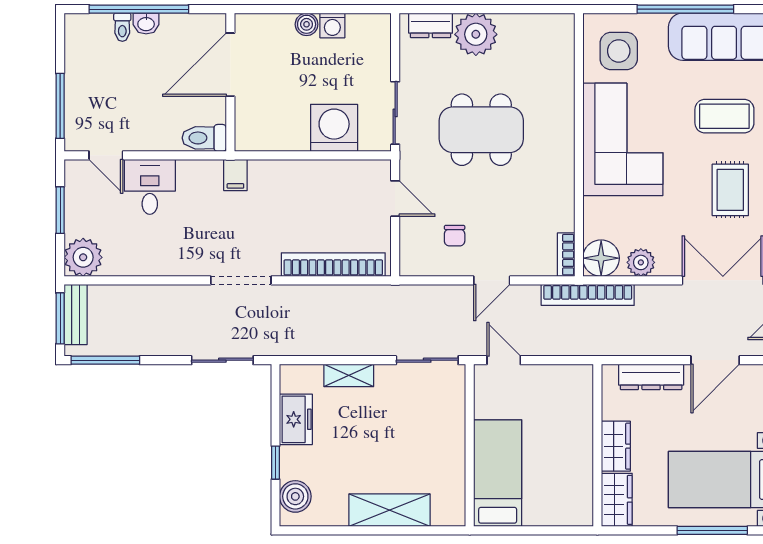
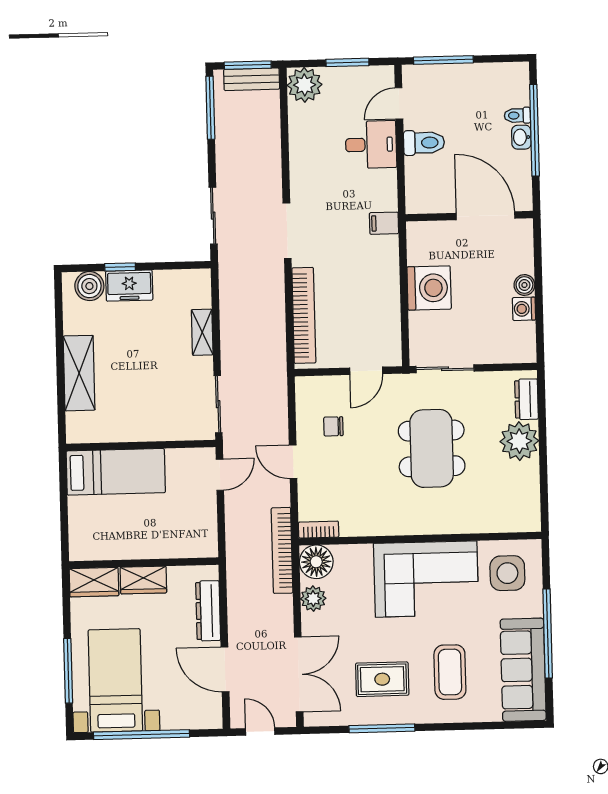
washing machine: (334, 128) -> (429, 288), moved
toilet: (204, 138) -> (424, 143), moved, turned 90
freezer: (296, 419) -> (129, 286), moved

